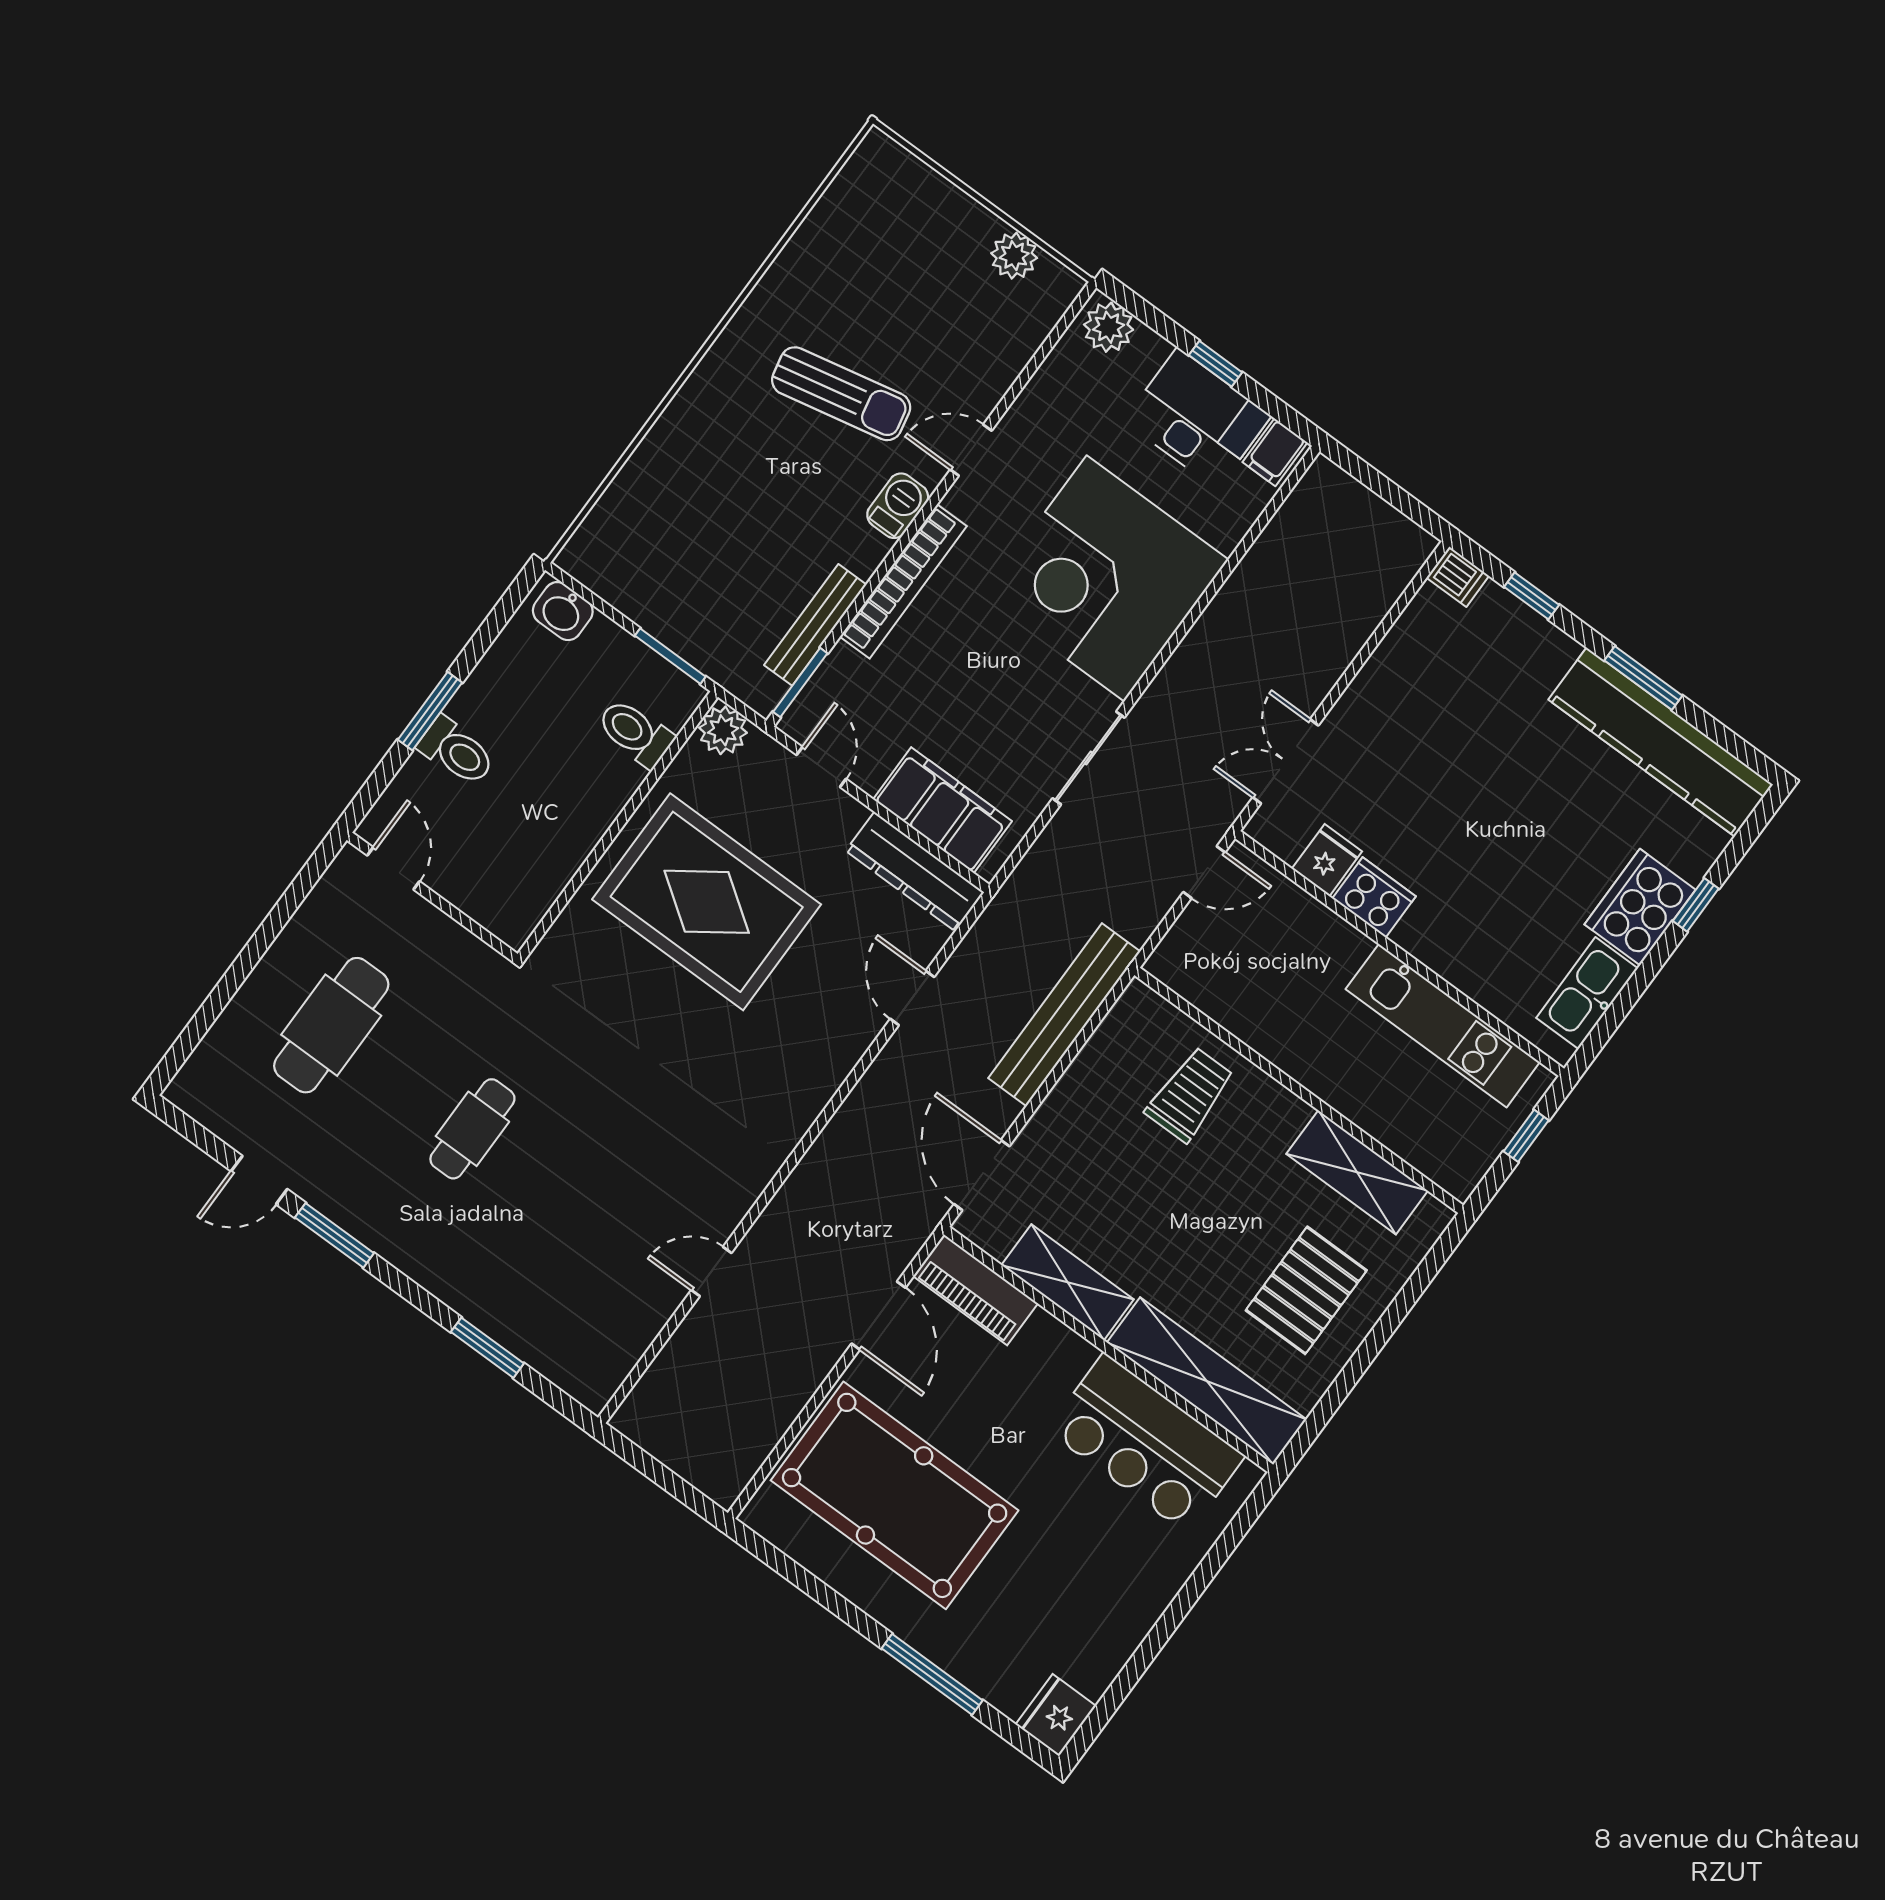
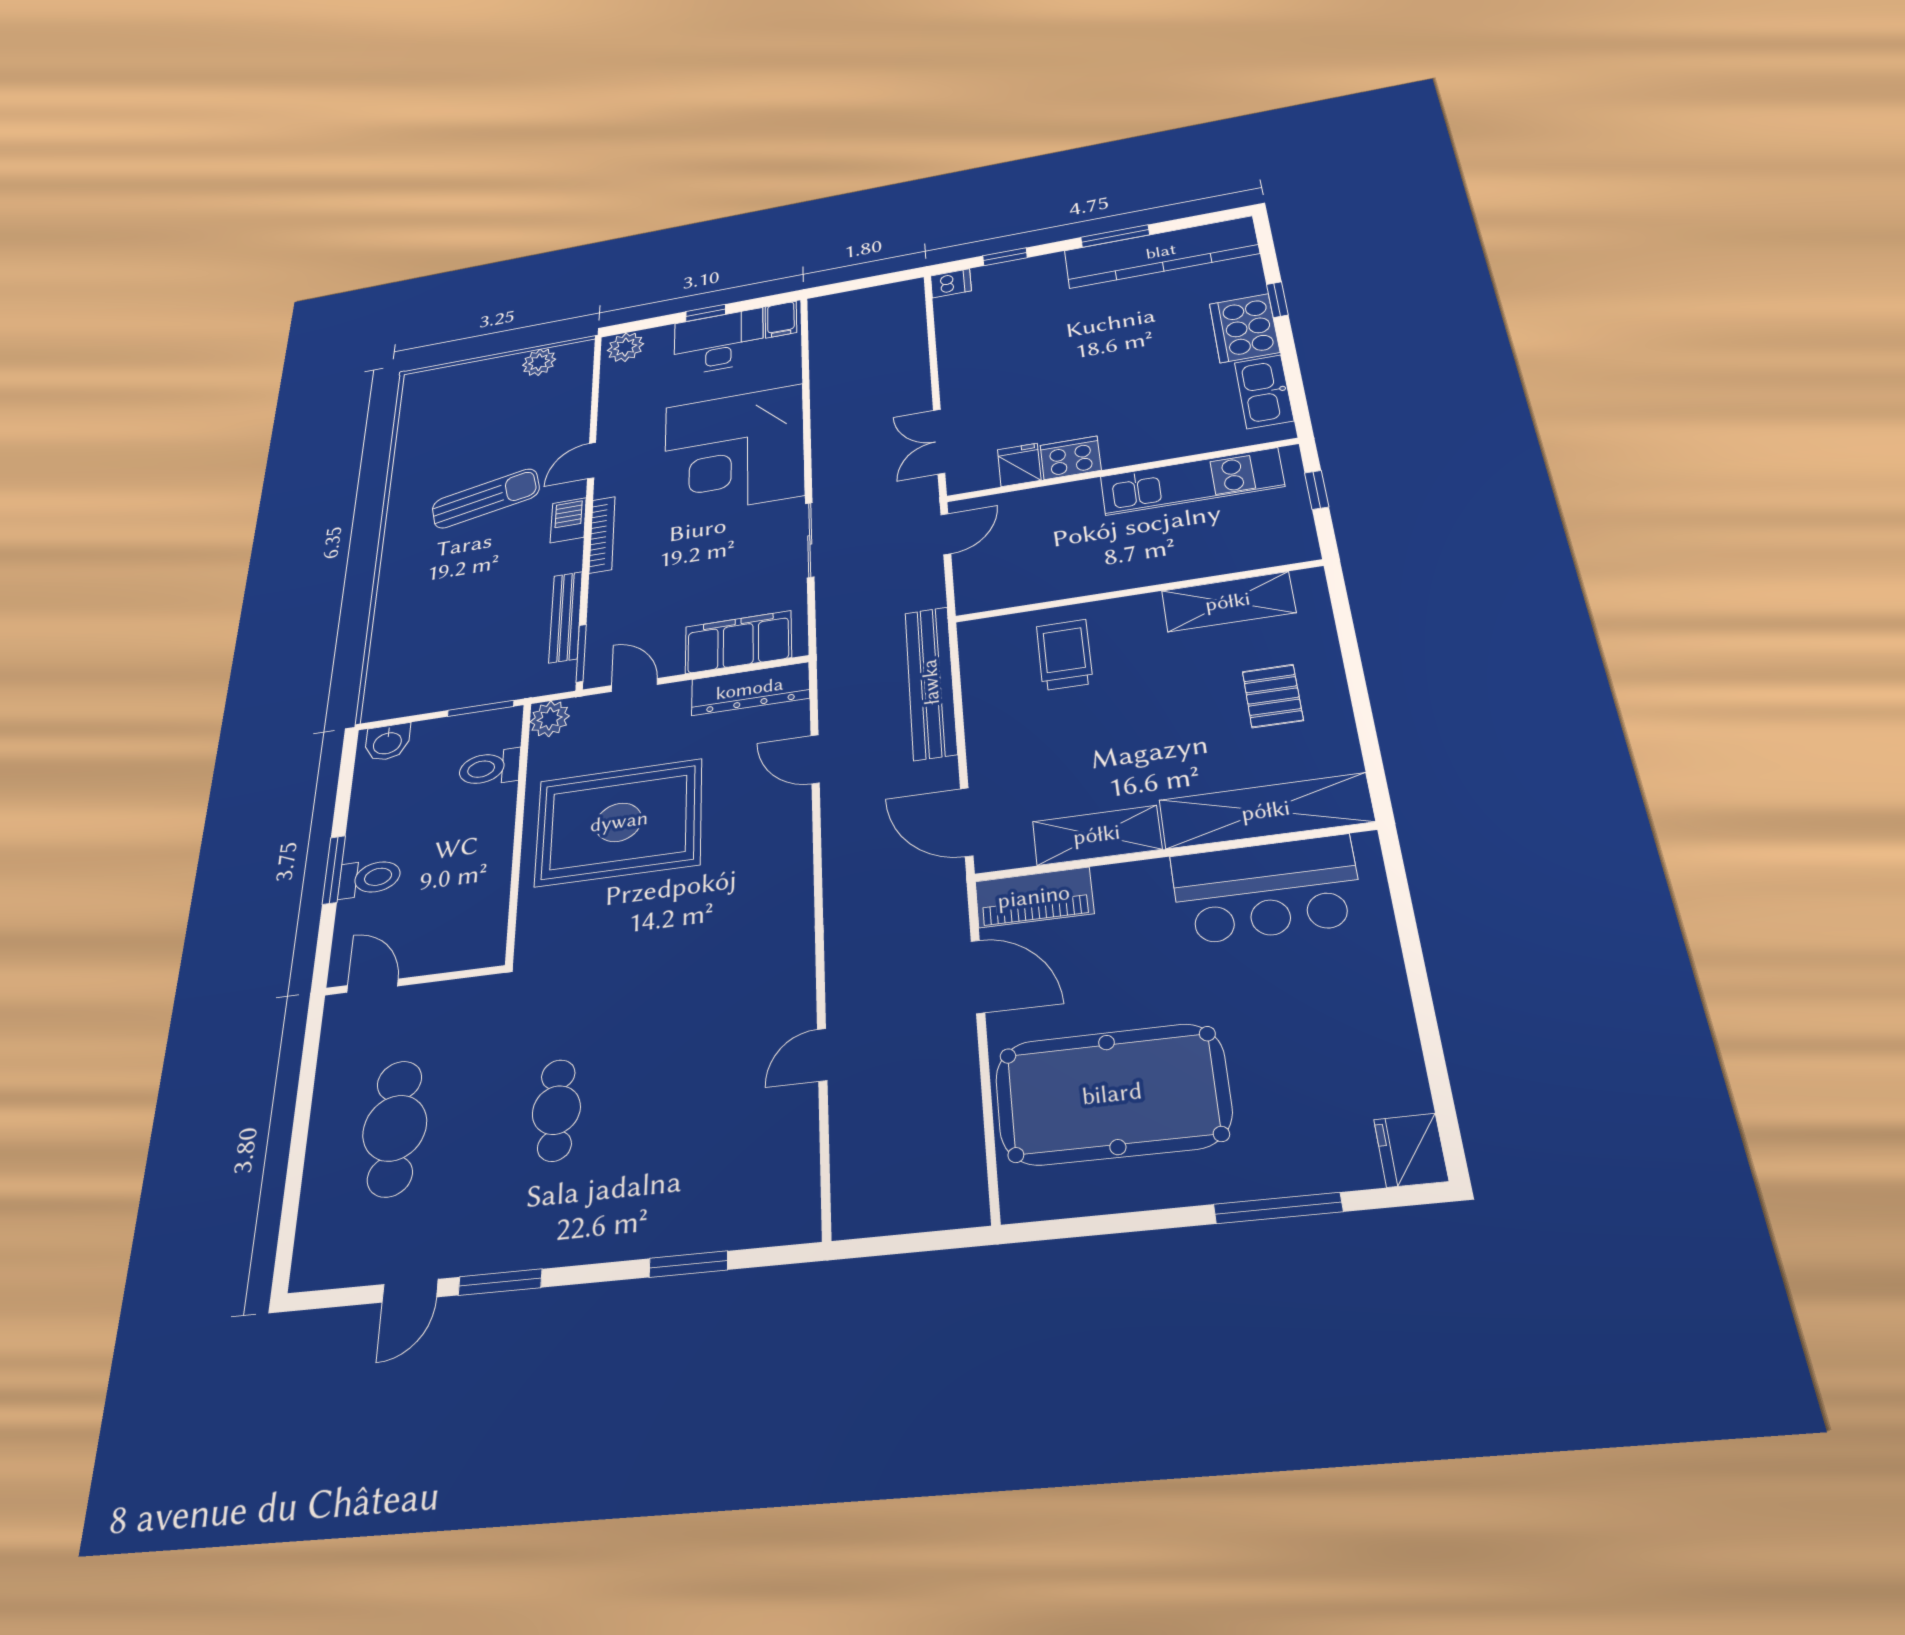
bookcase: (903, 581) -> (602, 535), width x0.68, depth x0.76
pallet: (1306, 1290) -> (1273, 696), width x0.67, depth x0.71

